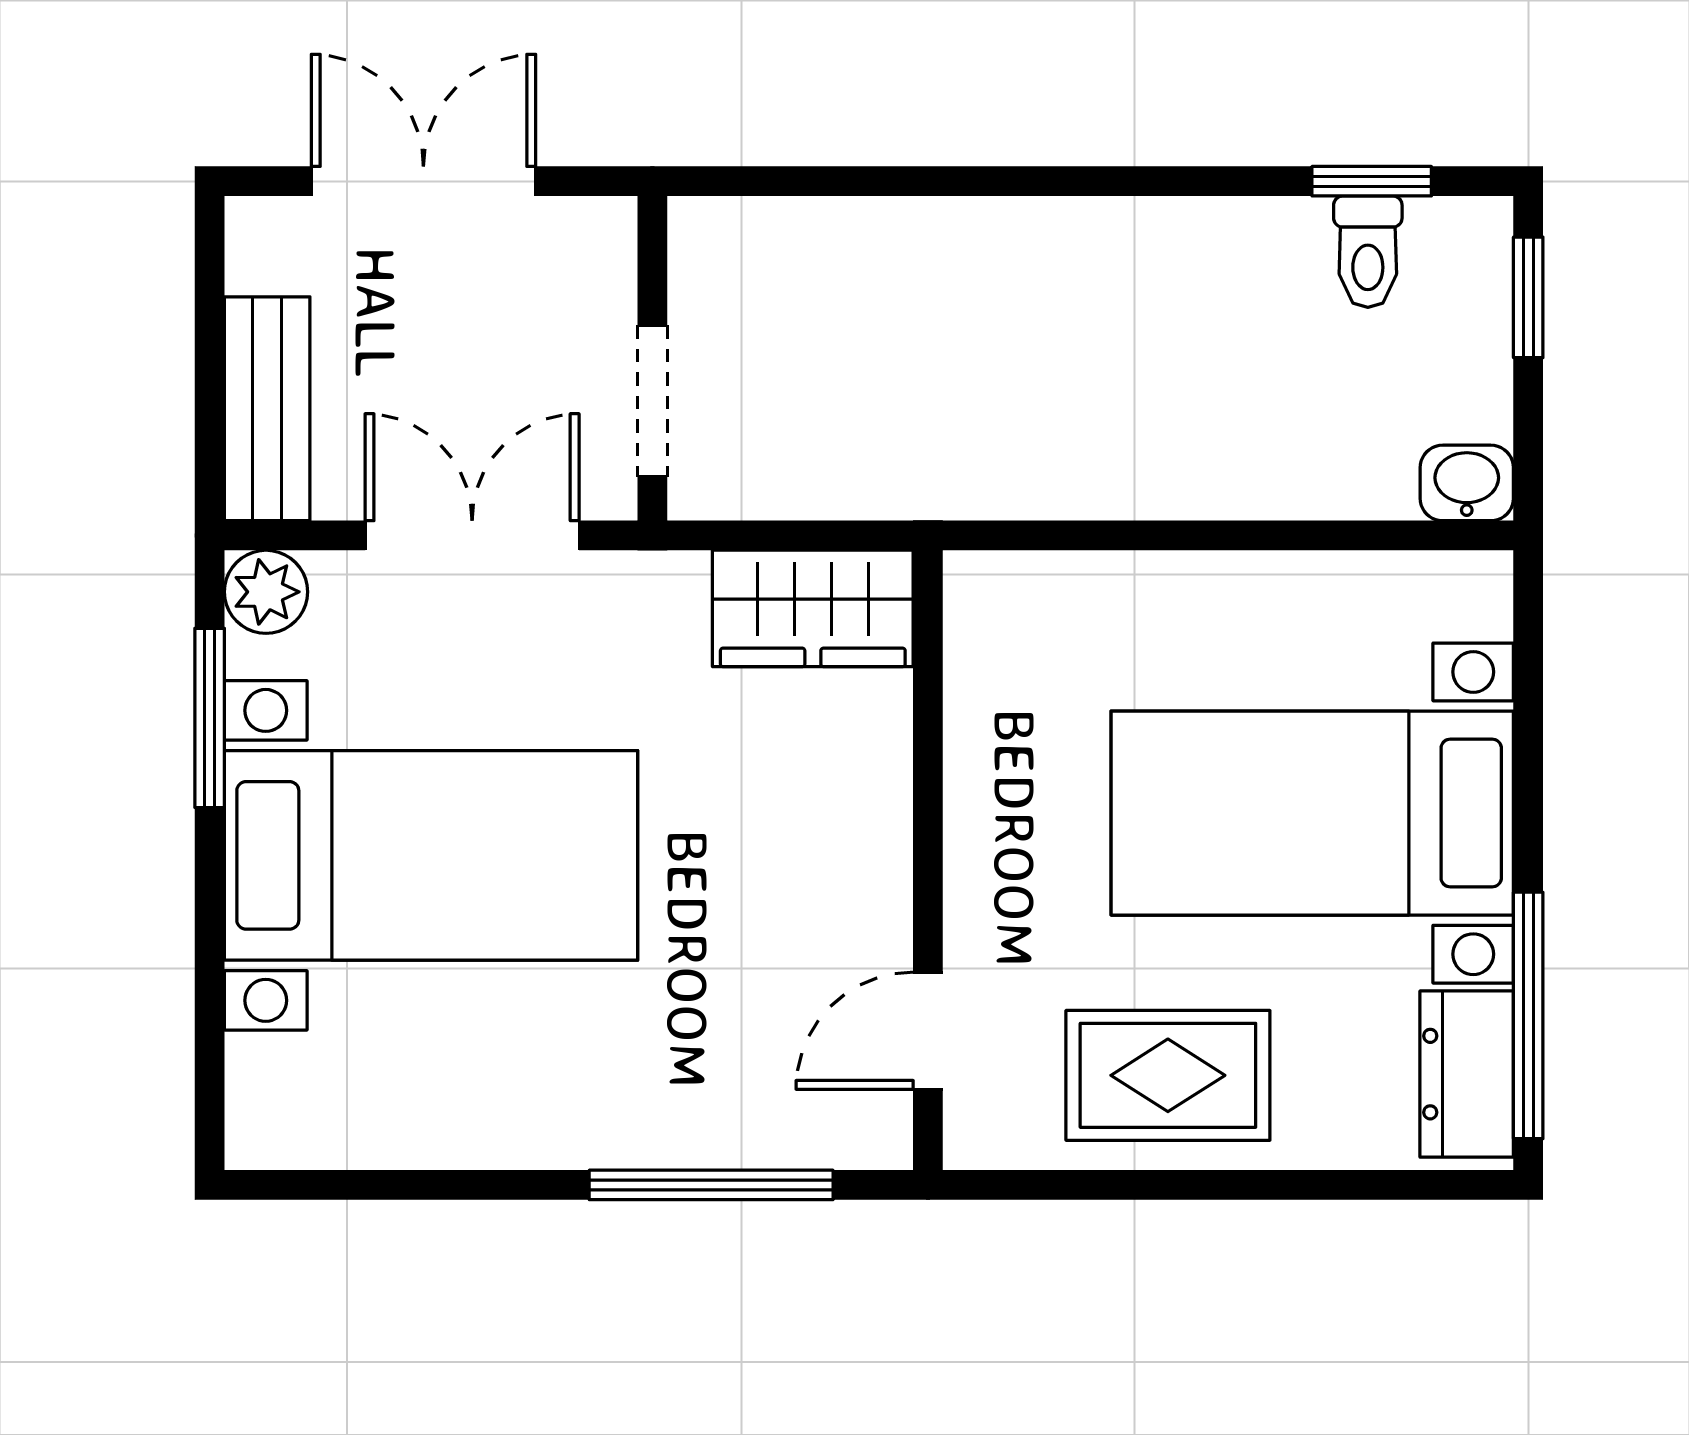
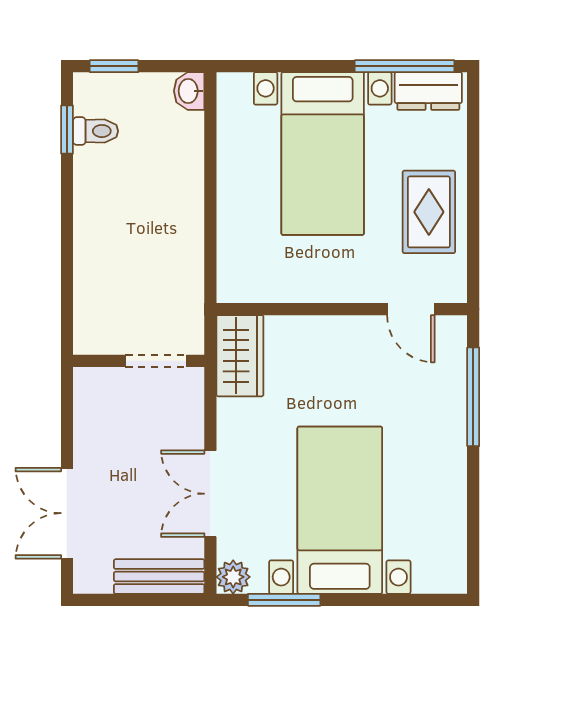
wall: (652, 358) -> (139, 361), moved
doorway: (652, 401) -> (156, 361), moved

